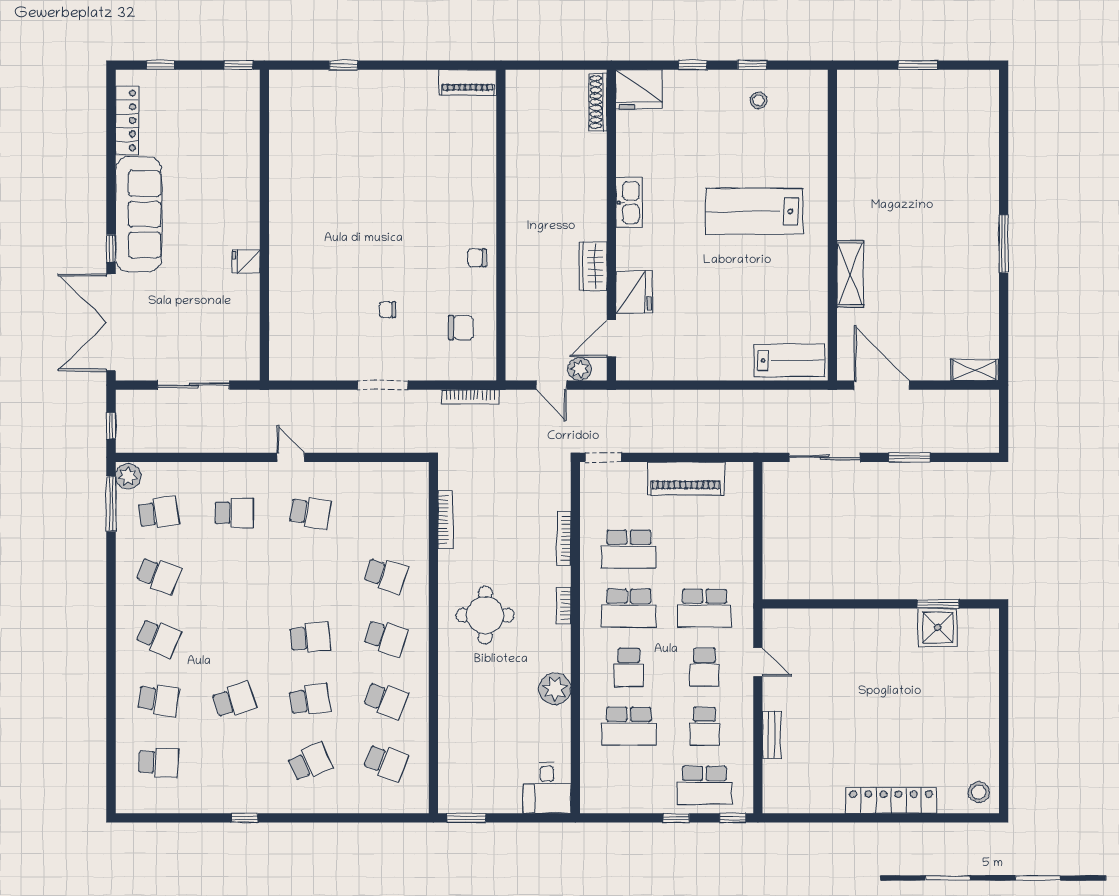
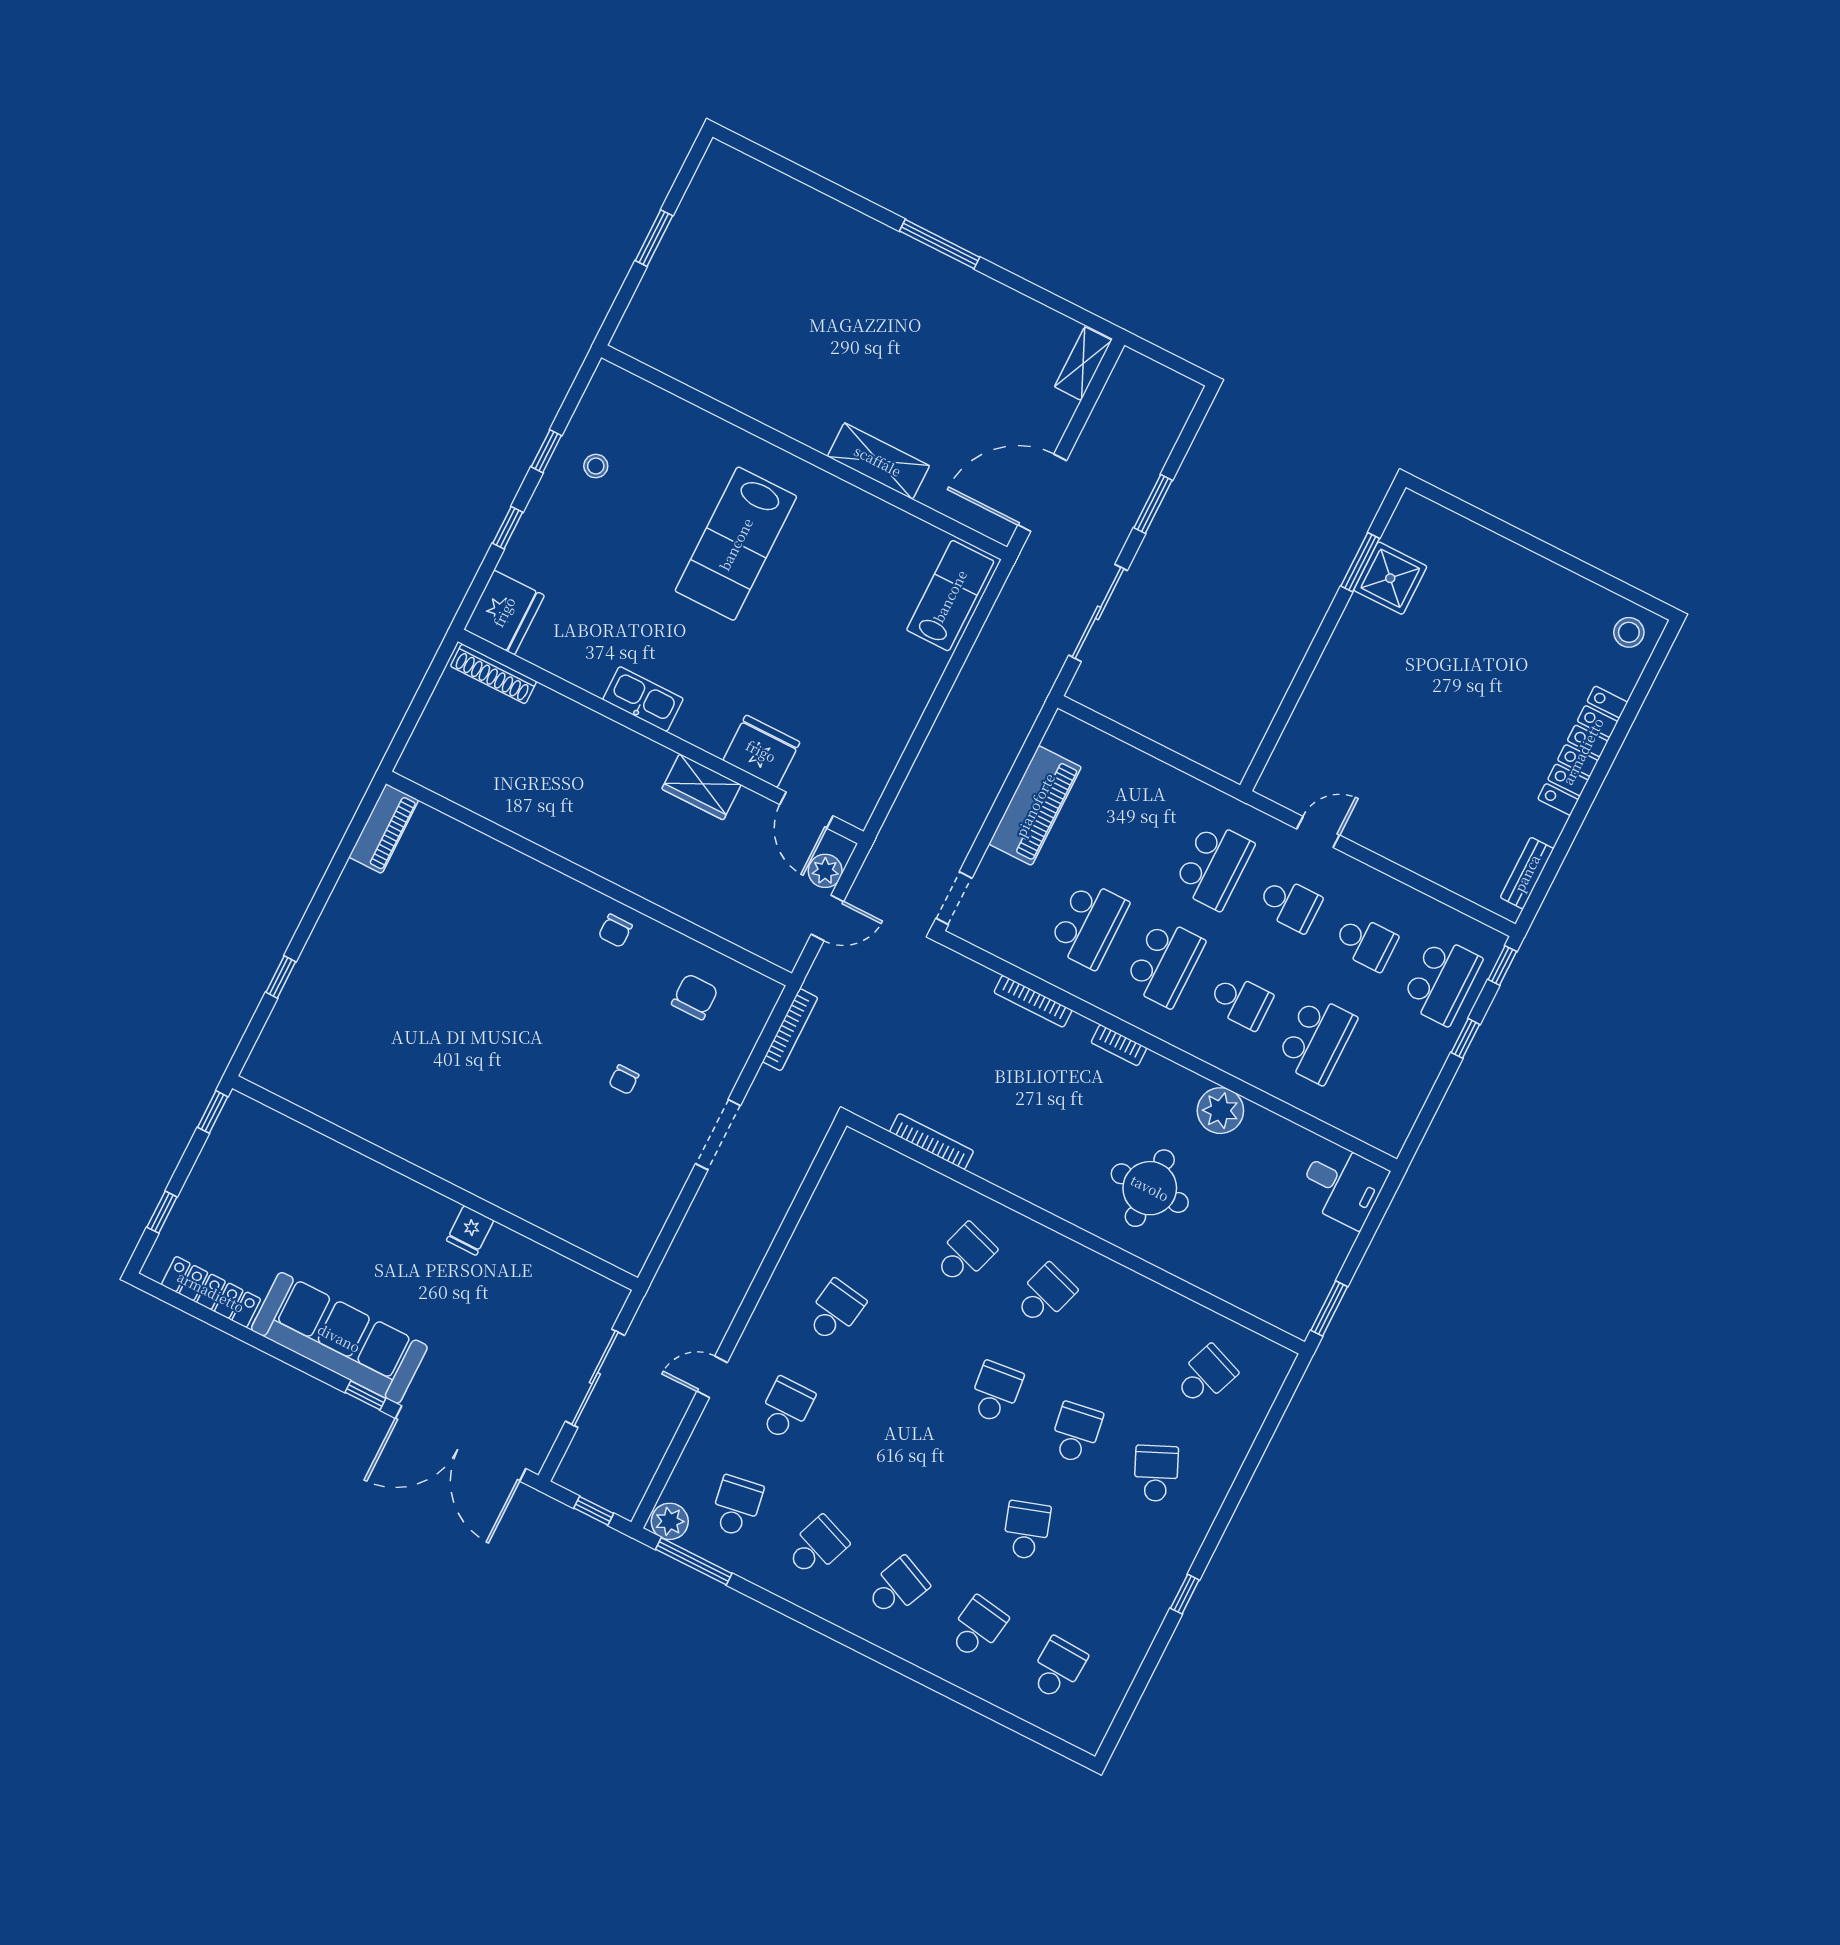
door: (291, 457) -> (712, 1377), moved
round table: (485, 615) -> (1150, 1188), moved
school desk: (386, 700) -> (1125, 1335), removed
bench: (771, 735) -> (1527, 873), moved, turned 90

